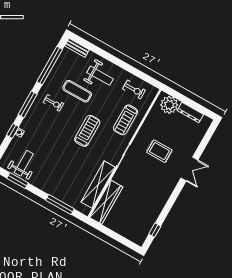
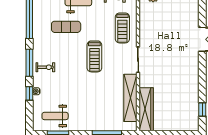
exercise bike: (53, 103) -> (45, 67), moved
treadmill: (87, 131) -> (94, 56), turned 180
rug: (159, 151) -> (167, 38), removed
weight bench: (24, 163) -> (55, 116), turned -90

